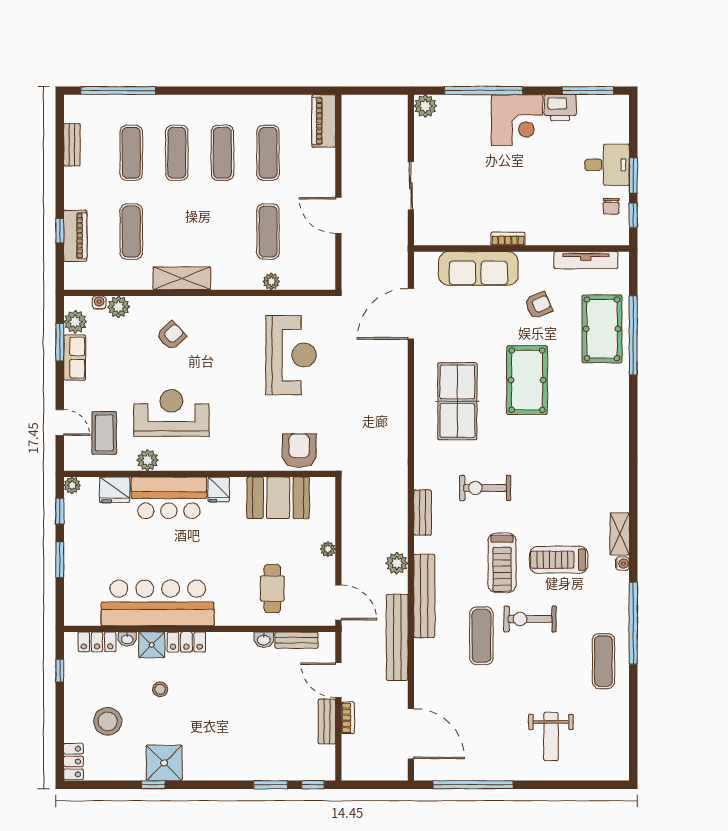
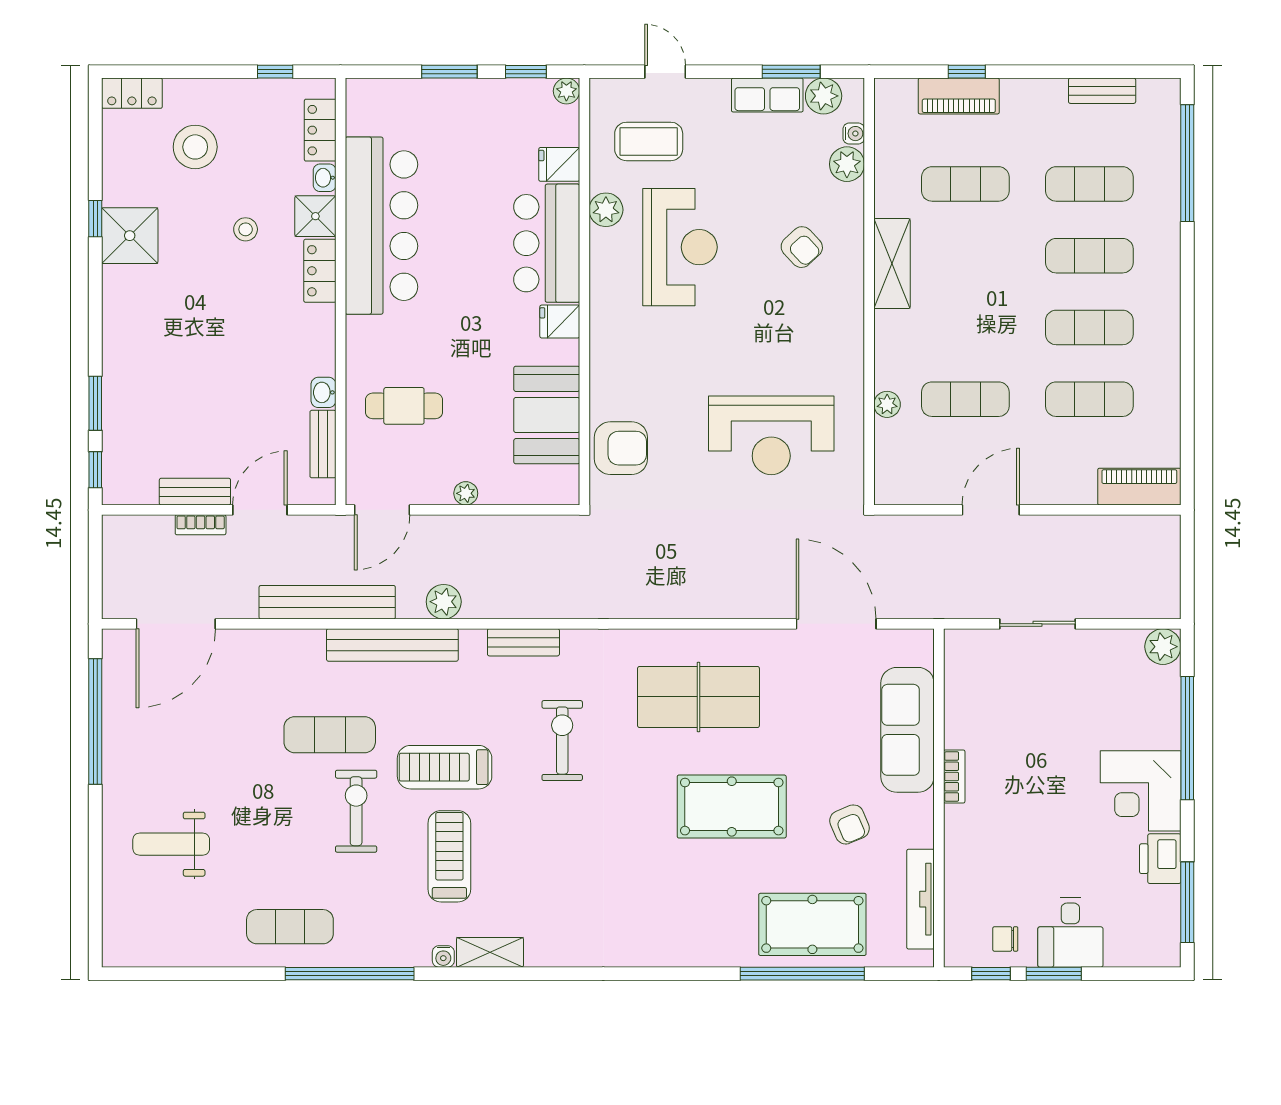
door: (60, 422) -> (665, 72), swing flipped
fridge: (115, 490) -> (559, 164), width x0.72

